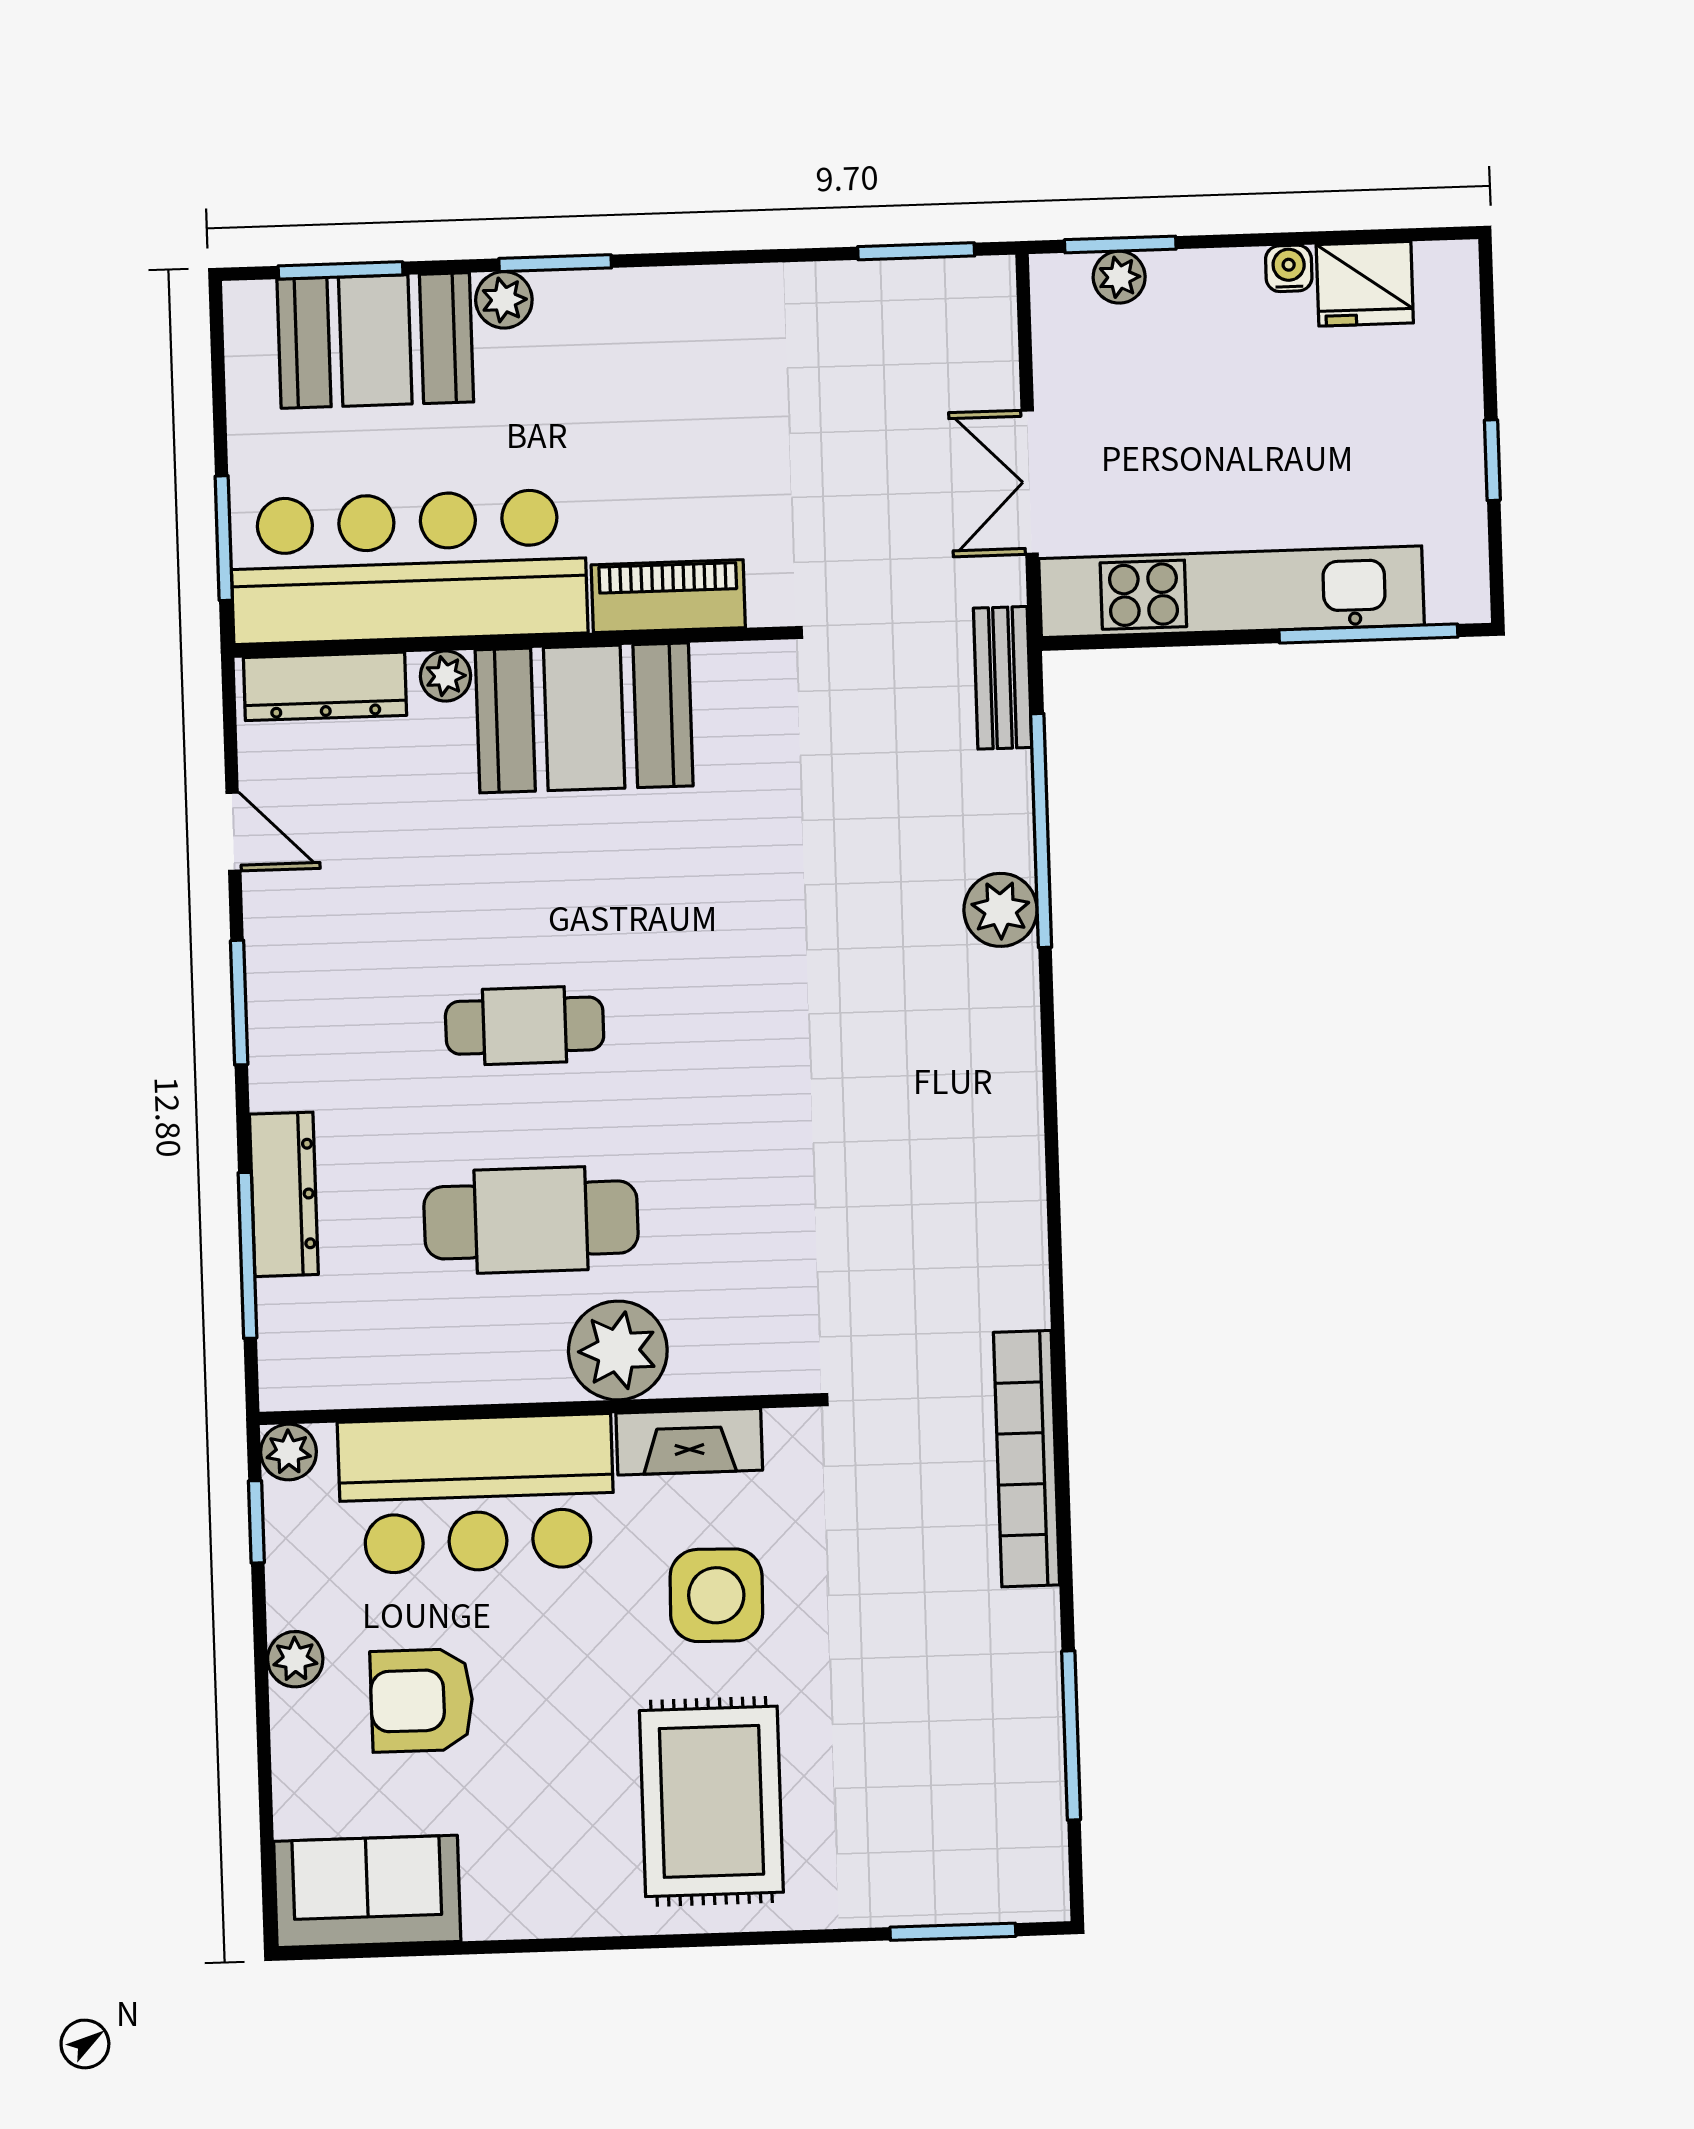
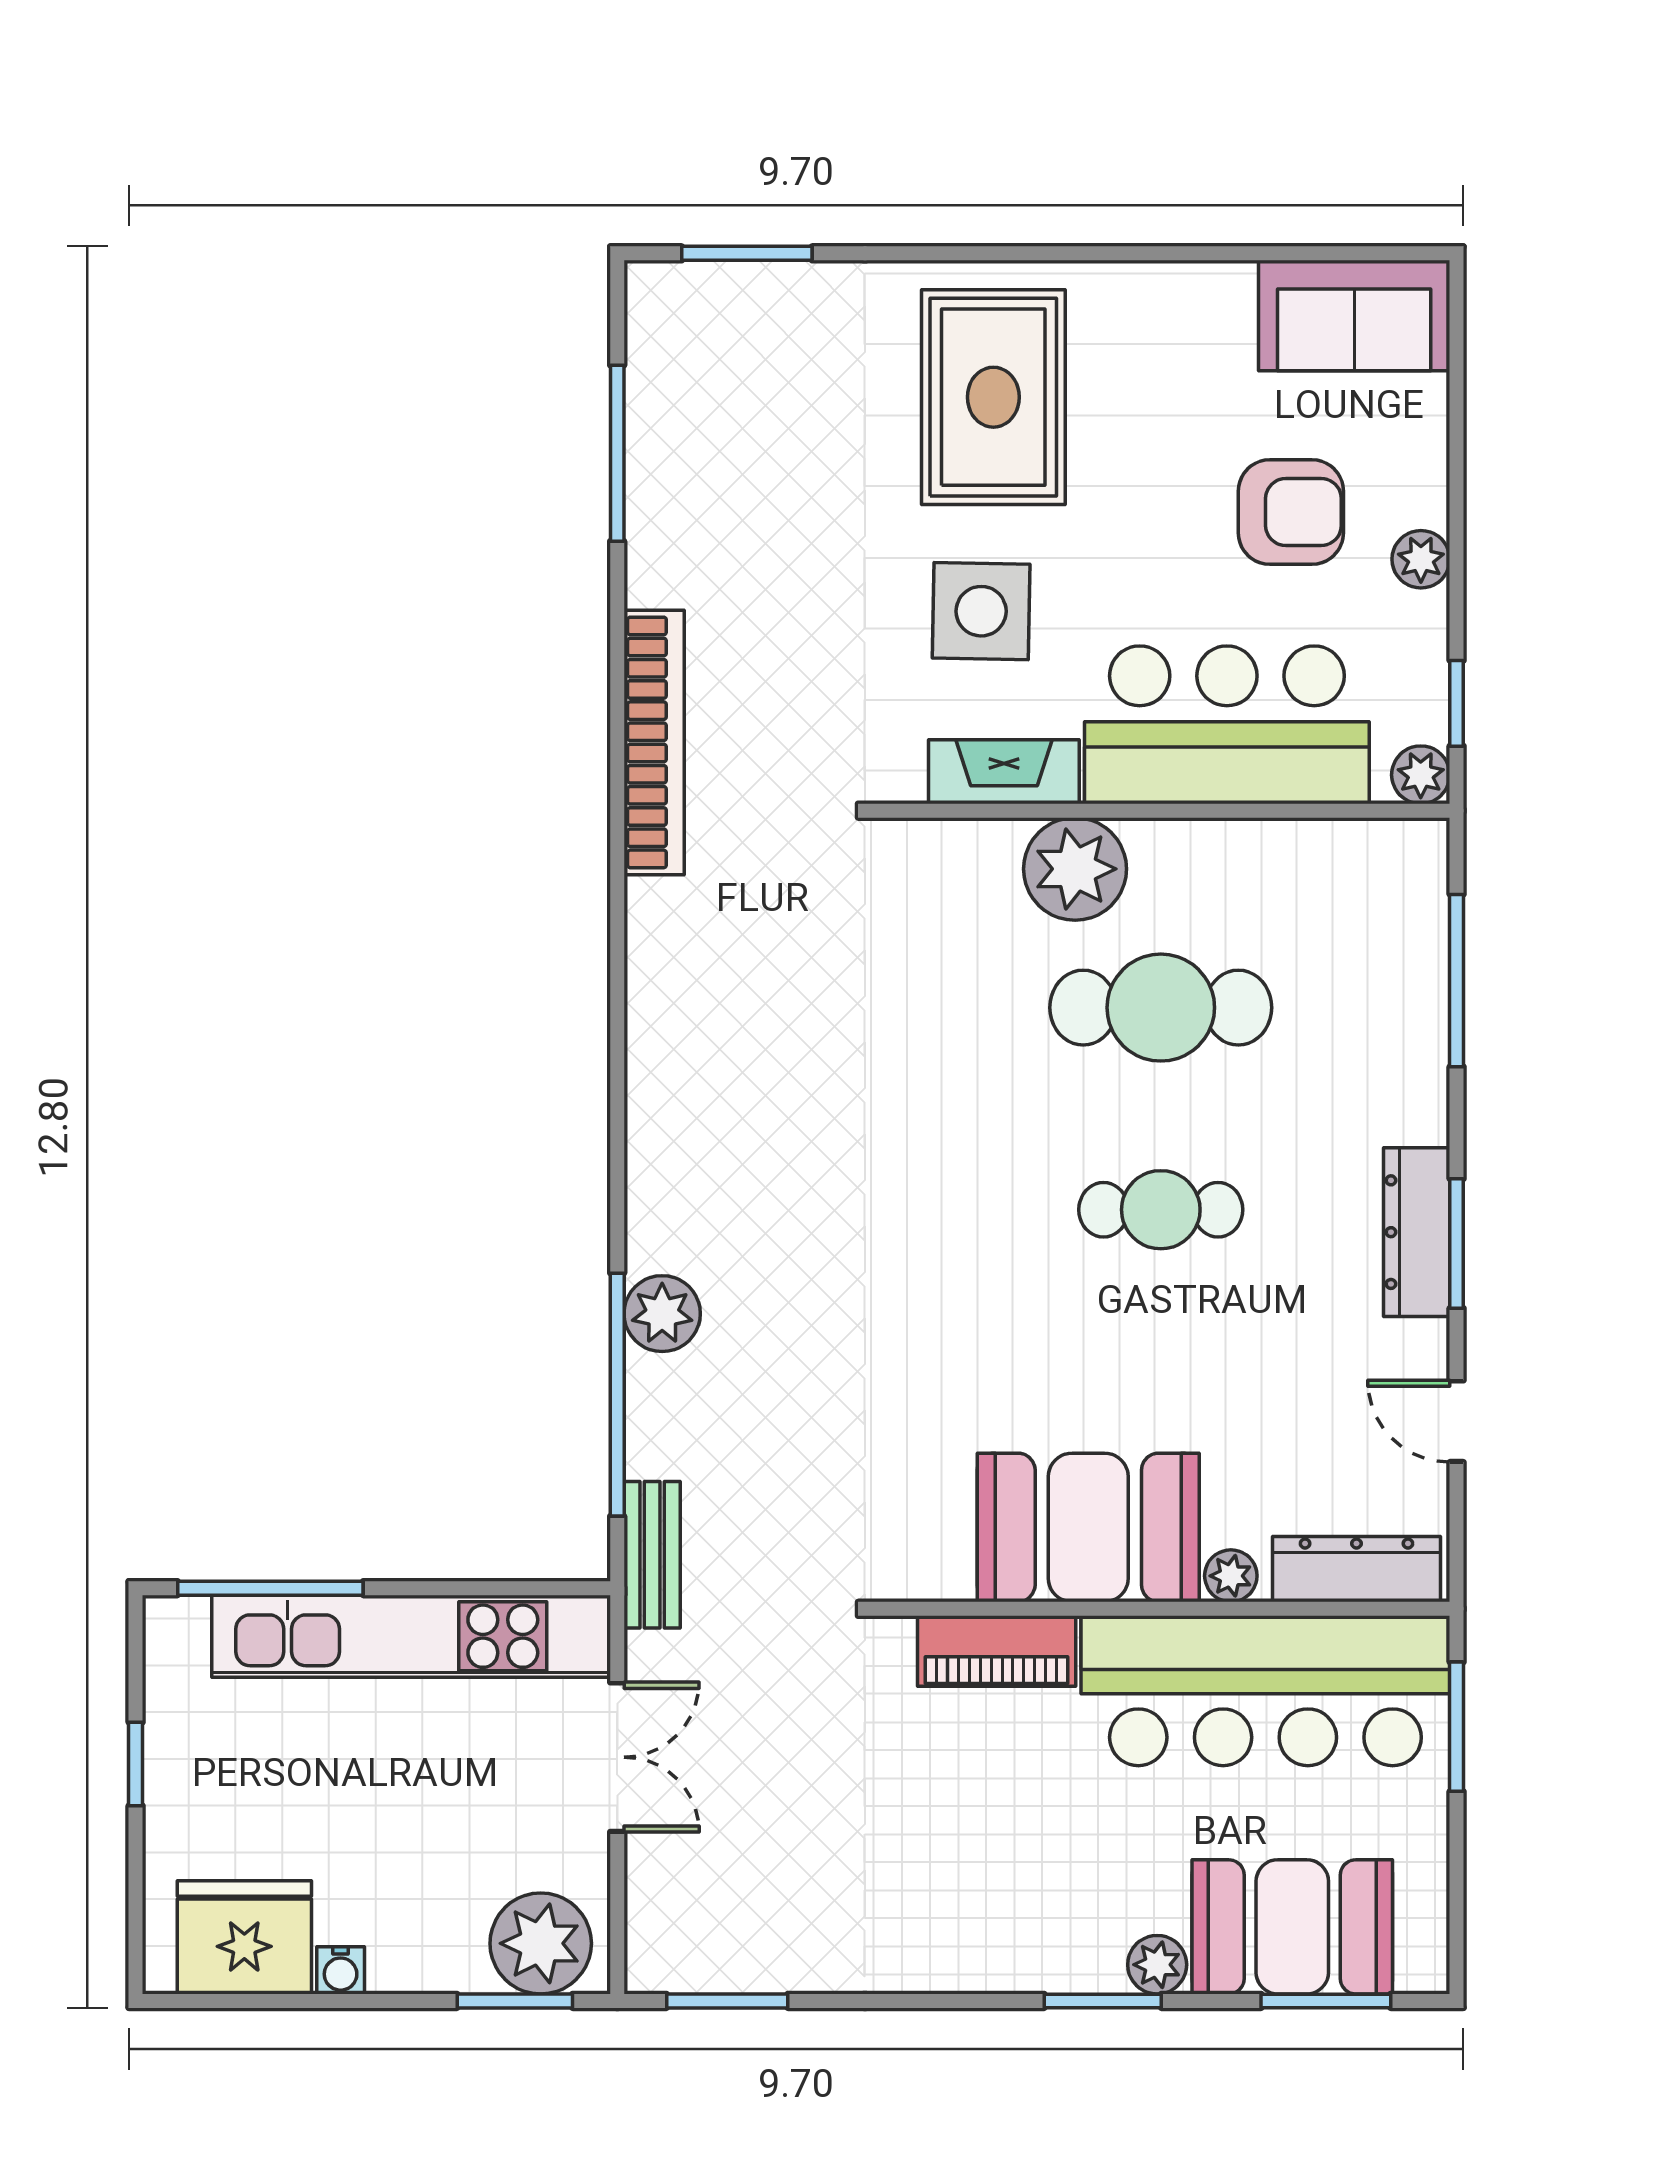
plant: (1119, 277) -> (541, 1943), width x1.88, depth x1.88
fridge: (1365, 284) -> (244, 1937), width x1.36, depth x1.34
dresser: (284, 1194) -> (1417, 1232), moved

